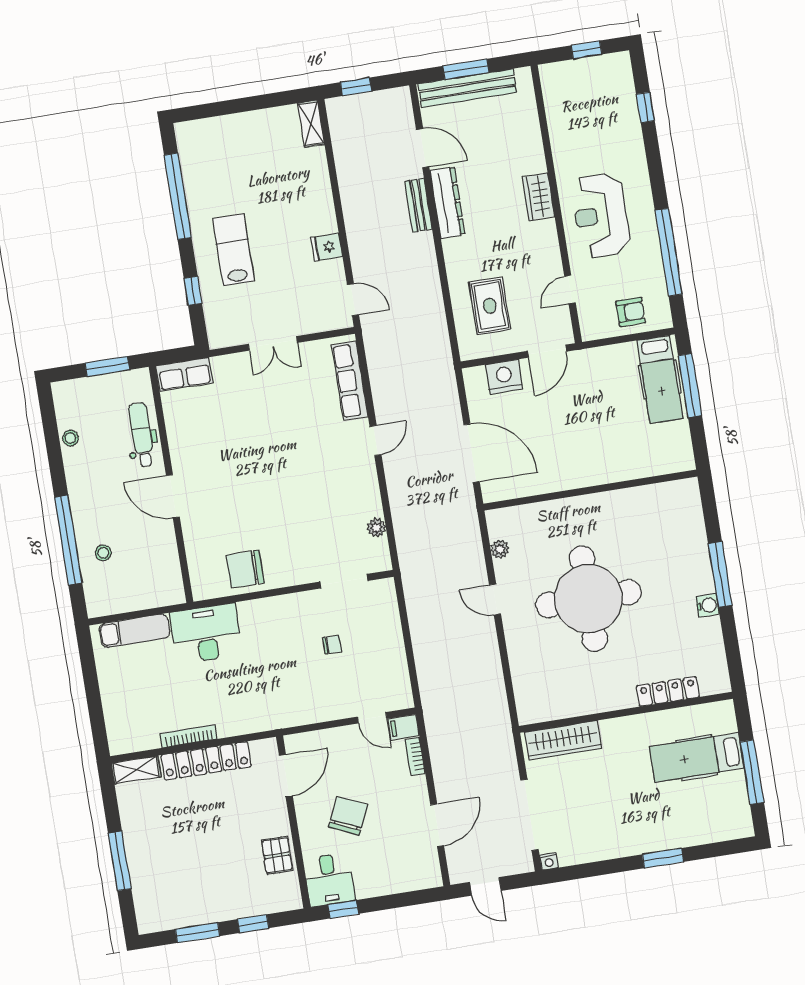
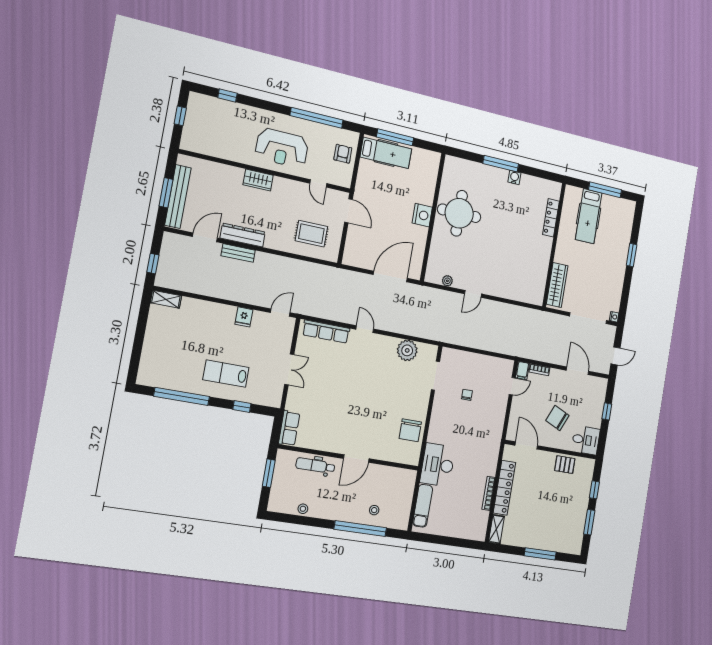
nightstand: (504, 377) -> (422, 215), moved, turned 180
plant: (376, 528) -> (407, 350), width x1.87, depth x1.87
round table: (588, 599) -> (459, 213), moved, width x0.73, depth x0.73
window: (343, 909) -> (607, 411), moved

